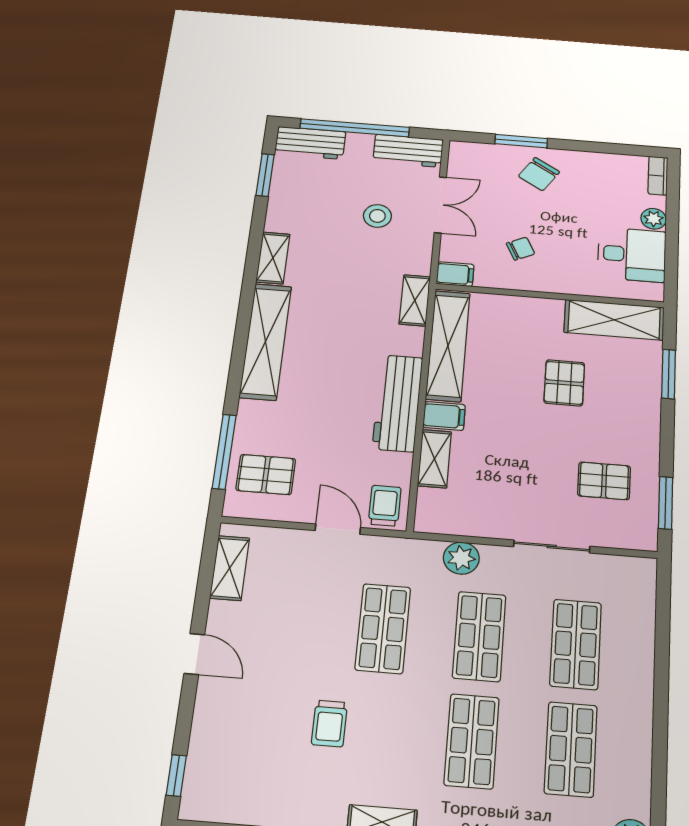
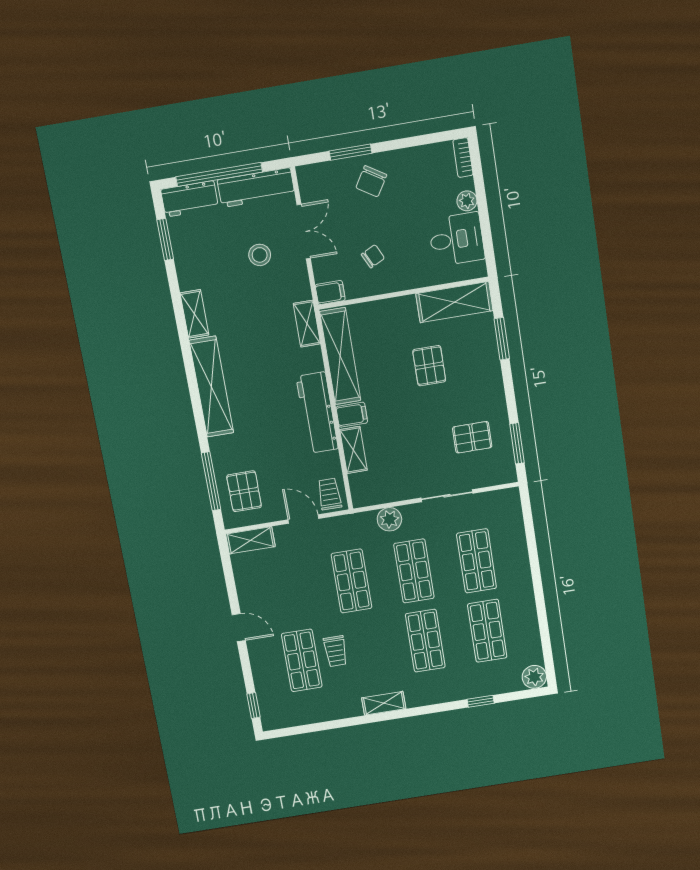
workbench: (408, 151) -> (256, 188), width x1.38
pallet: (266, 475) -> (244, 491), turned 90
shelving: (230, 568) -> (250, 540), moved, turned 90
shop shelf: (274, 725) -> (302, 660), added

